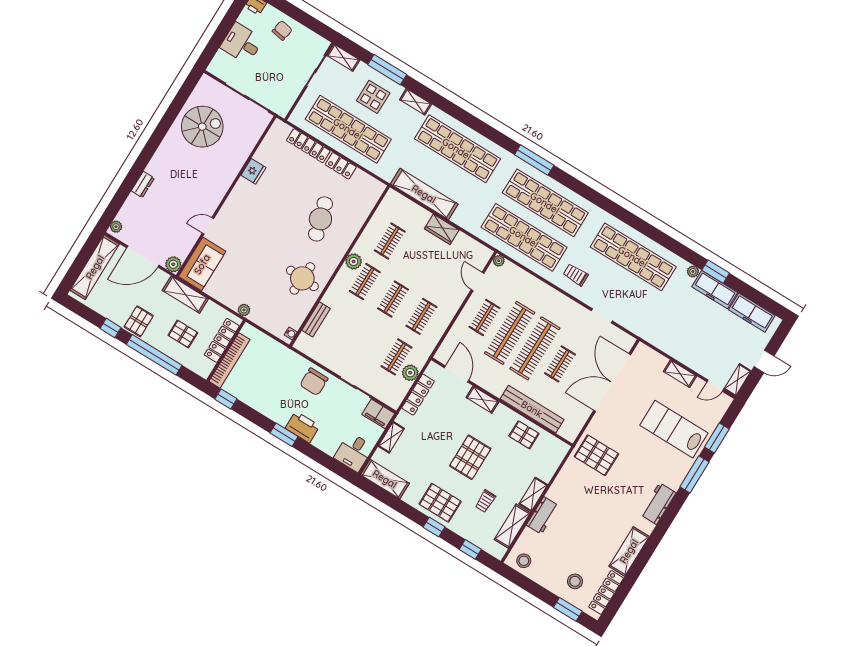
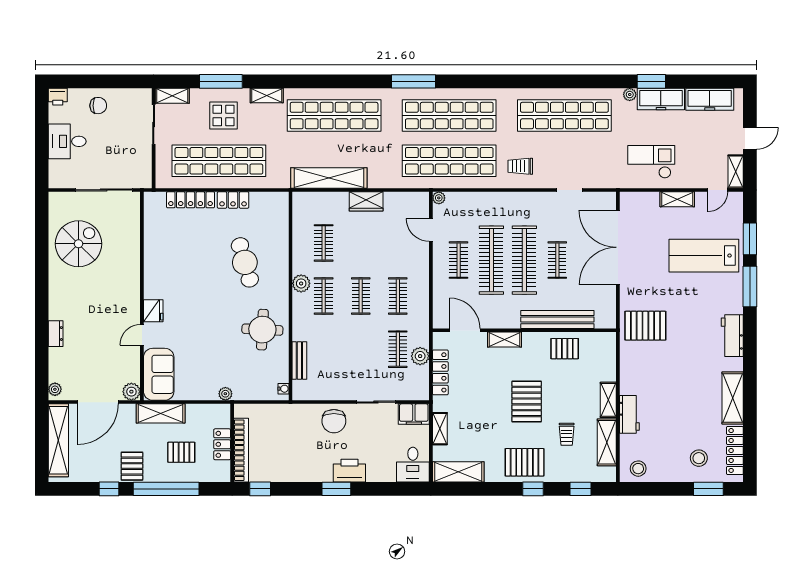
chair: (282, 30) -> (98, 106), turned 80
fridge: (253, 171) -> (153, 311), moved
checkout: (678, 333) -> (651, 162), added
locker: (222, 340) -> (222, 444), width x0.66

